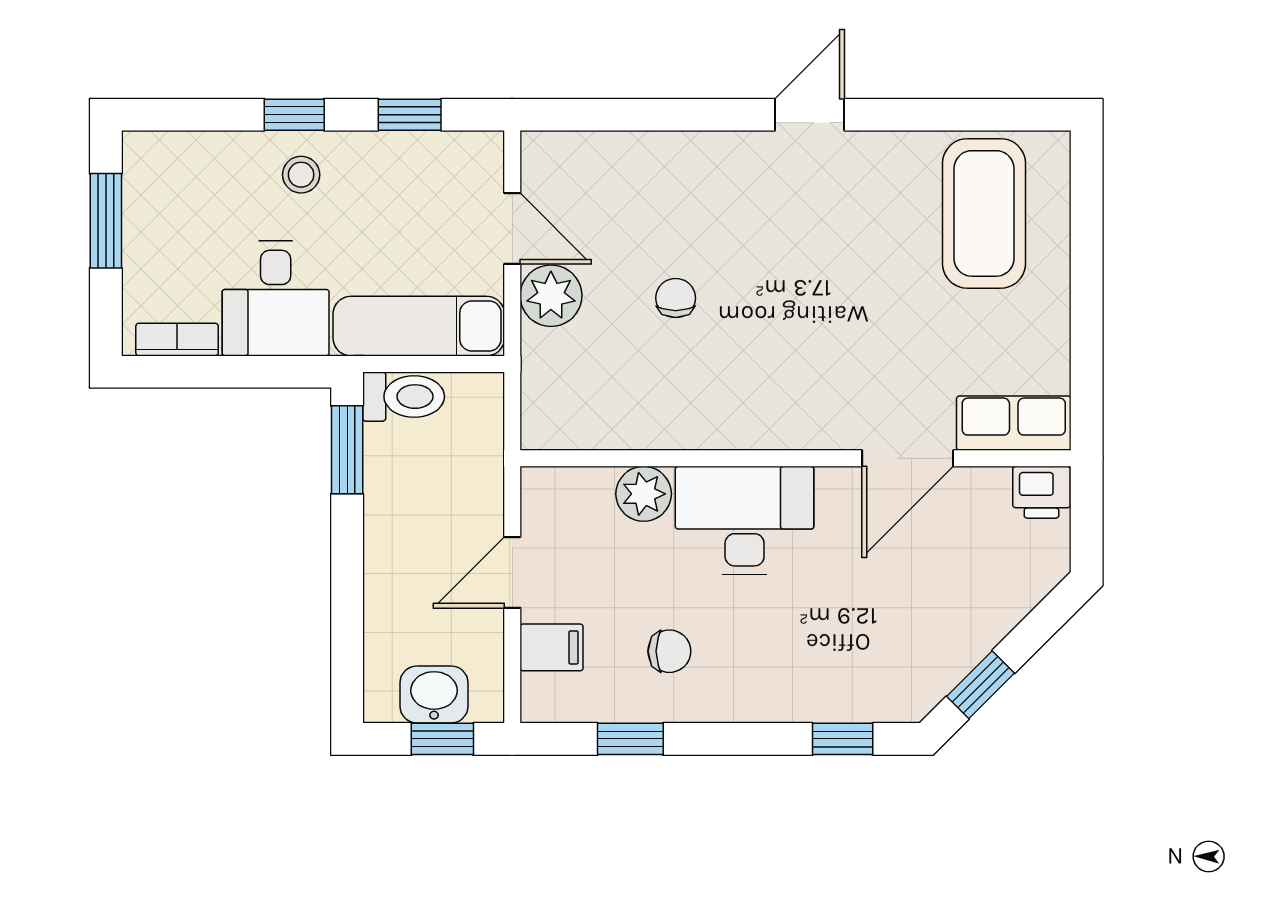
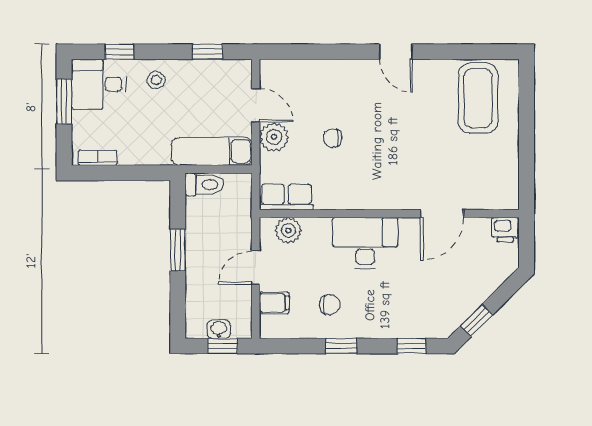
window: (294, 115) -> (119, 52), moved
door: (810, 115) -> (396, 52), swing flipped
chair: (676, 298) -> (333, 138), turned -90
desk: (276, 299) -> (99, 84), moved, turned 90
row of seats: (1014, 423) -> (286, 197), moved
window: (347, 450) -> (178, 250), moved
plant: (644, 494) -> (288, 230), moved
washbasin: (434, 694) -> (219, 329), width x0.72, depth x0.69
window: (630, 739) -> (341, 346), moved

